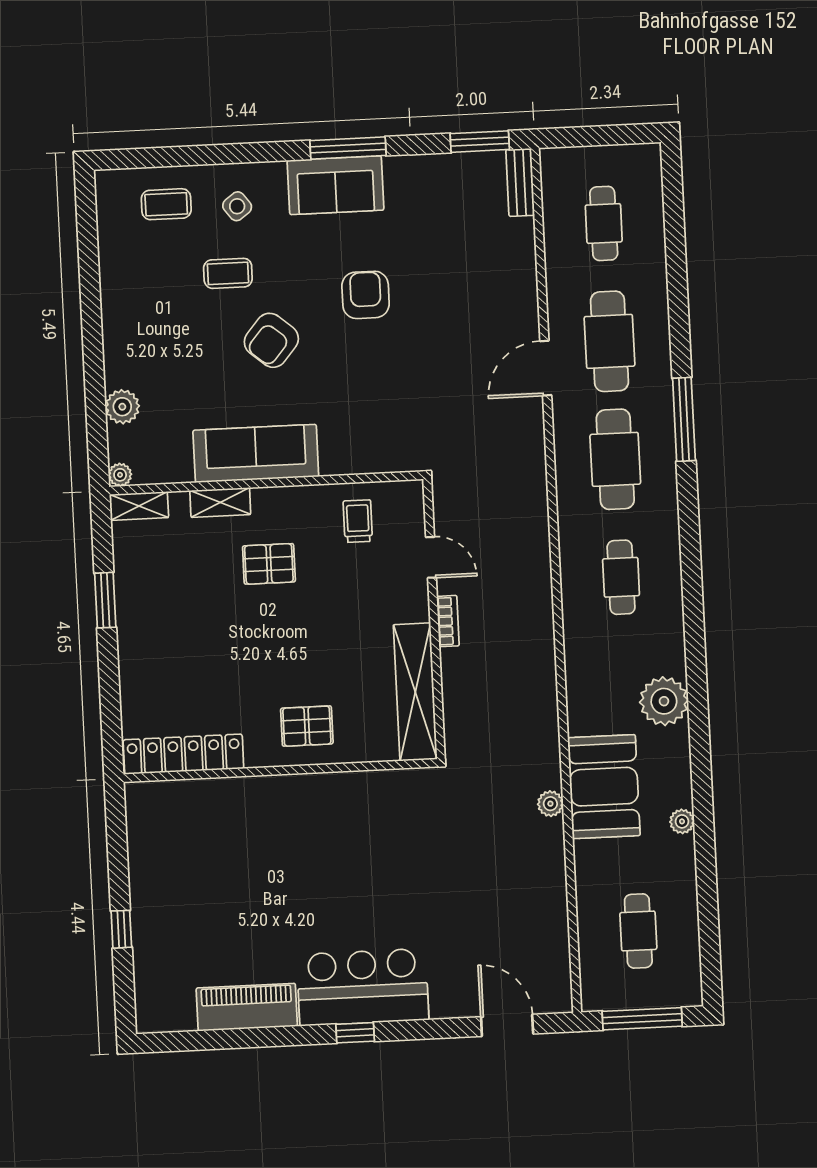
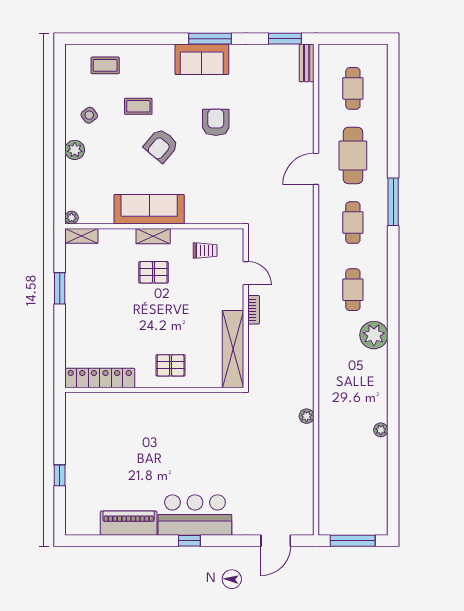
side table: (237, 206) -> (89, 115), moved
plant: (122, 407) -> (75, 150), moved
cafe table: (615, 459) -> (353, 223), width x0.73, depth x0.74
shelving: (220, 502) -> (153, 236), moved
trolley: (358, 521) -> (205, 250), turned 90
plant: (664, 701) -> (374, 335), moved
booth: (604, 787) -> (337, 408), removed
cafe table: (638, 931) -> (353, 491), removed
door: (507, 1025) -> (276, 541), swing flipped

